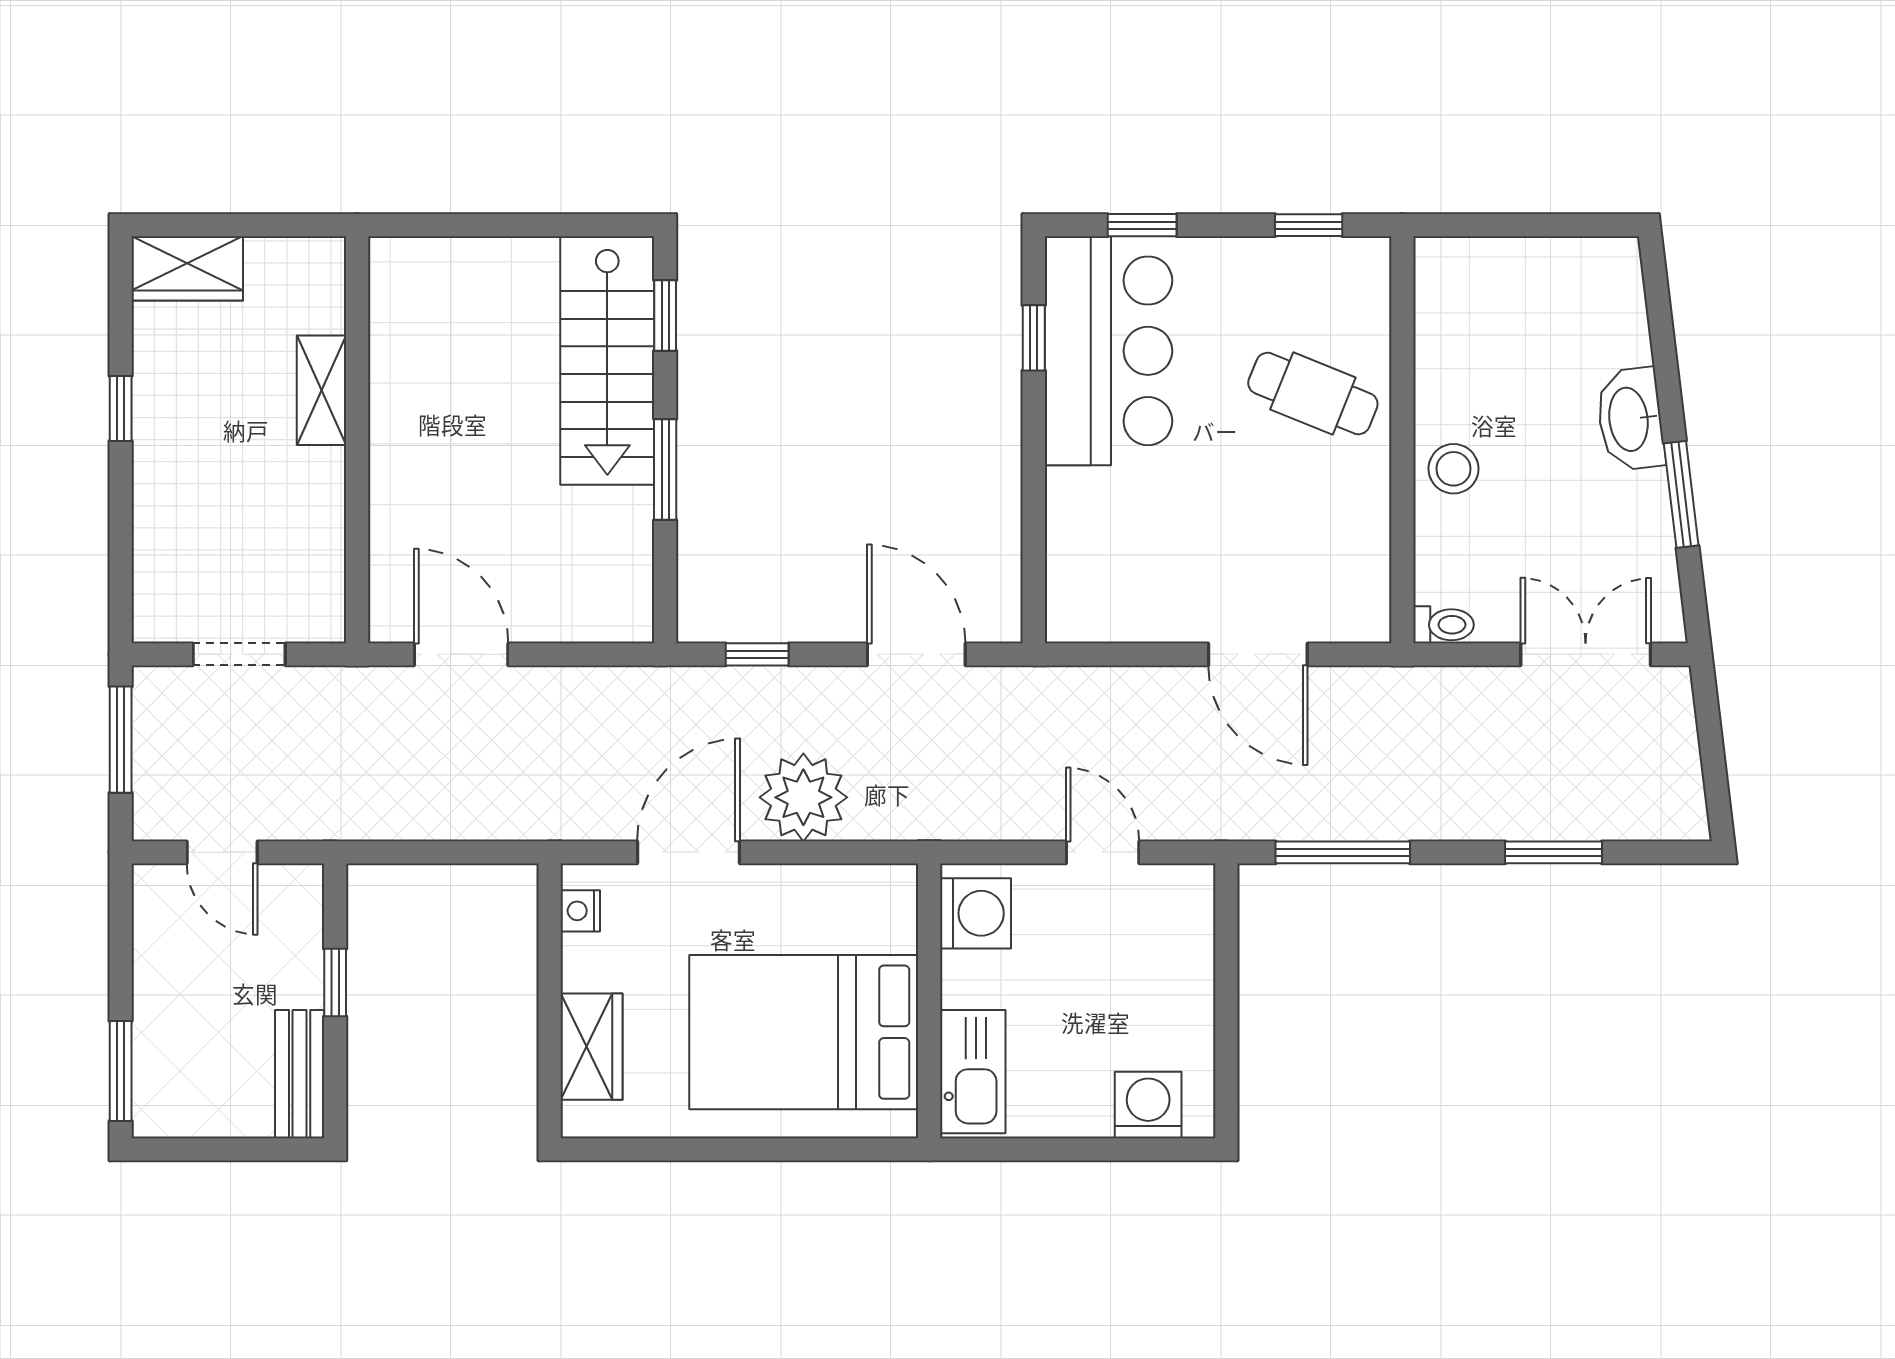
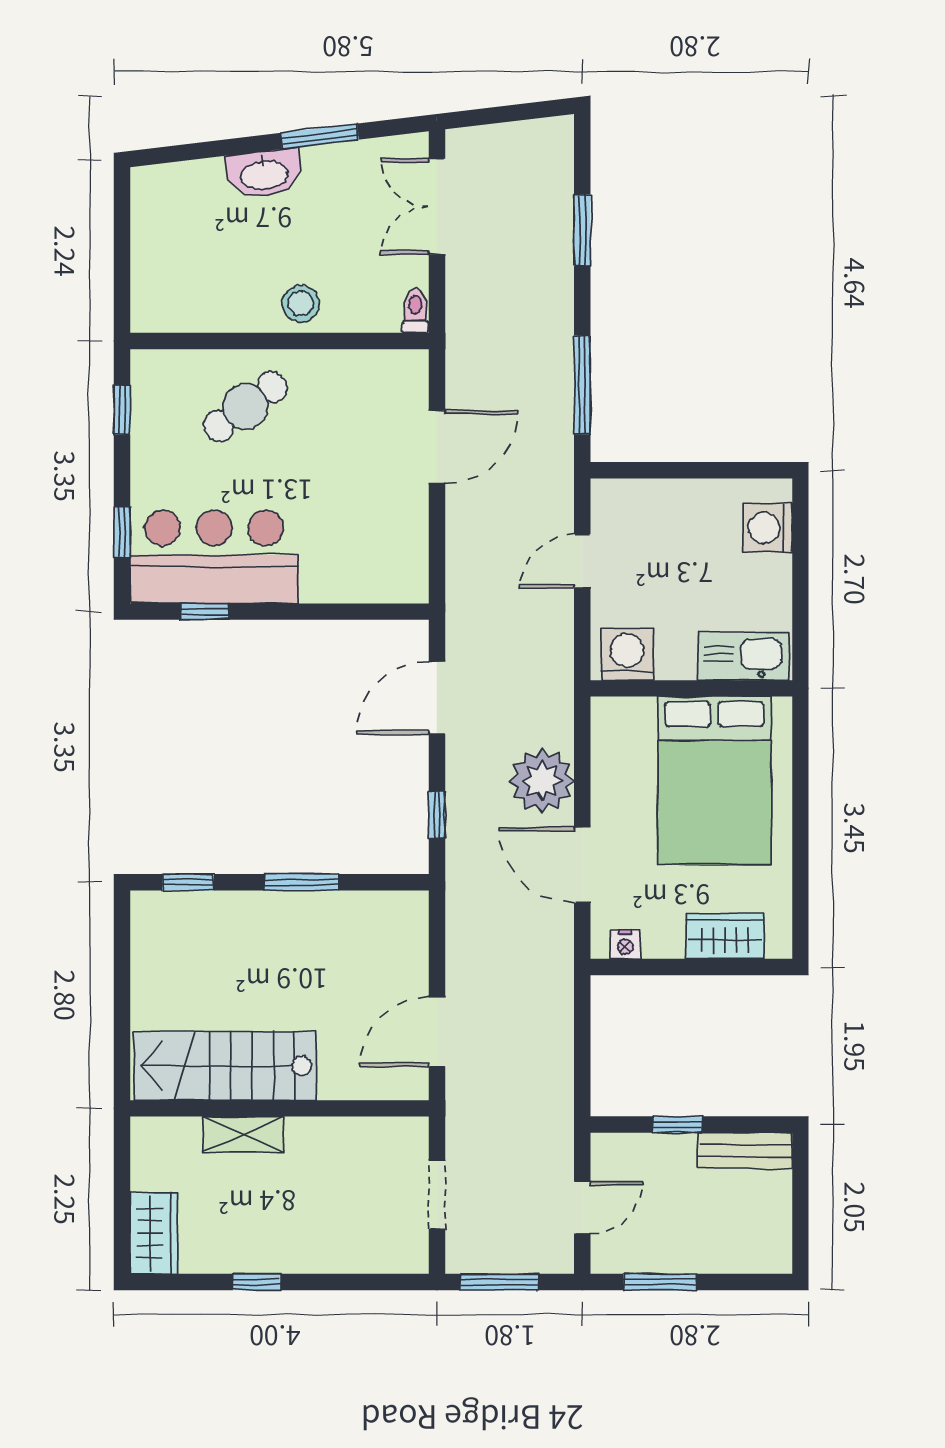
stairs: (607, 360) -> (225, 1066), moved, turned 180
cafe table: (1313, 394) -> (246, 407), turned 32
window: (121, 1071) -> (660, 1282), moved

